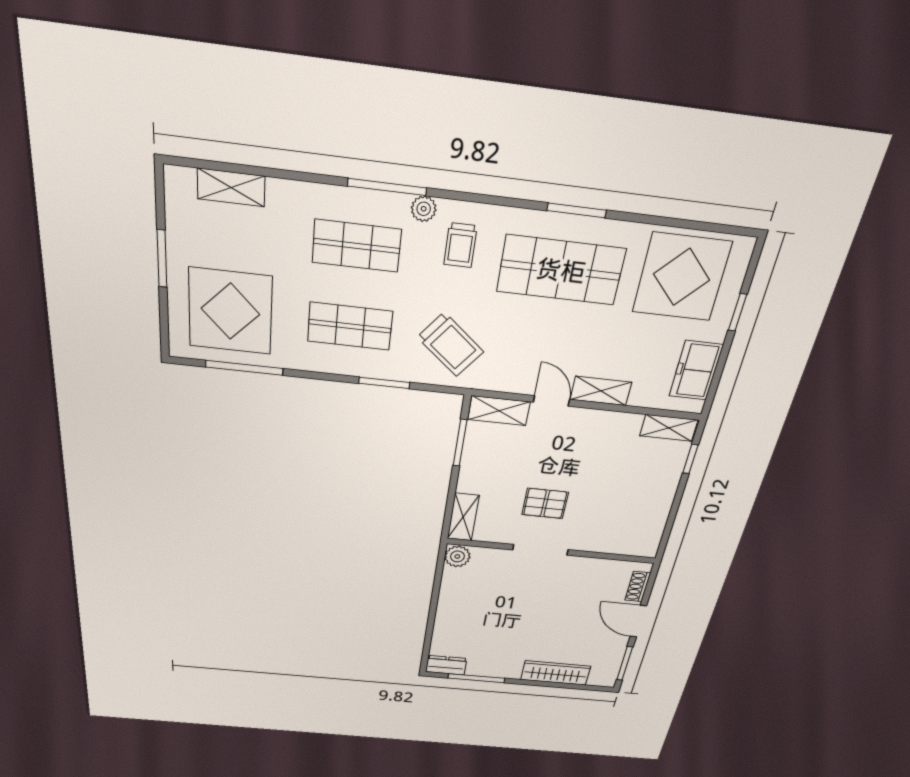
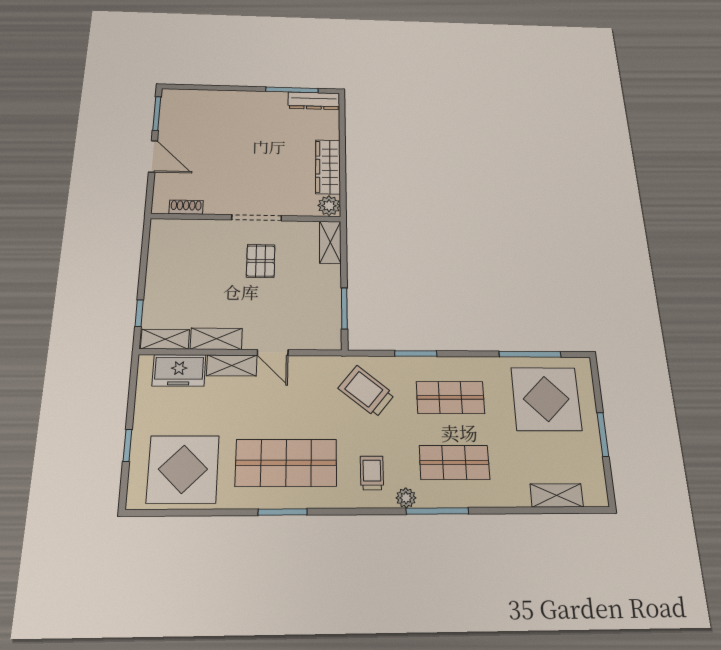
freezer: (696, 370) -> (179, 370), moved, turned 90
shelving: (499, 411) -> (216, 339), moved
pallet: (545, 503) -> (261, 261), turned 90
shoe rack: (638, 587) -> (186, 207), moved, turned -90
dresser: (446, 665) -> (314, 101), width x1.44
wardrobe: (556, 673) -> (328, 167), moved, turned 90

